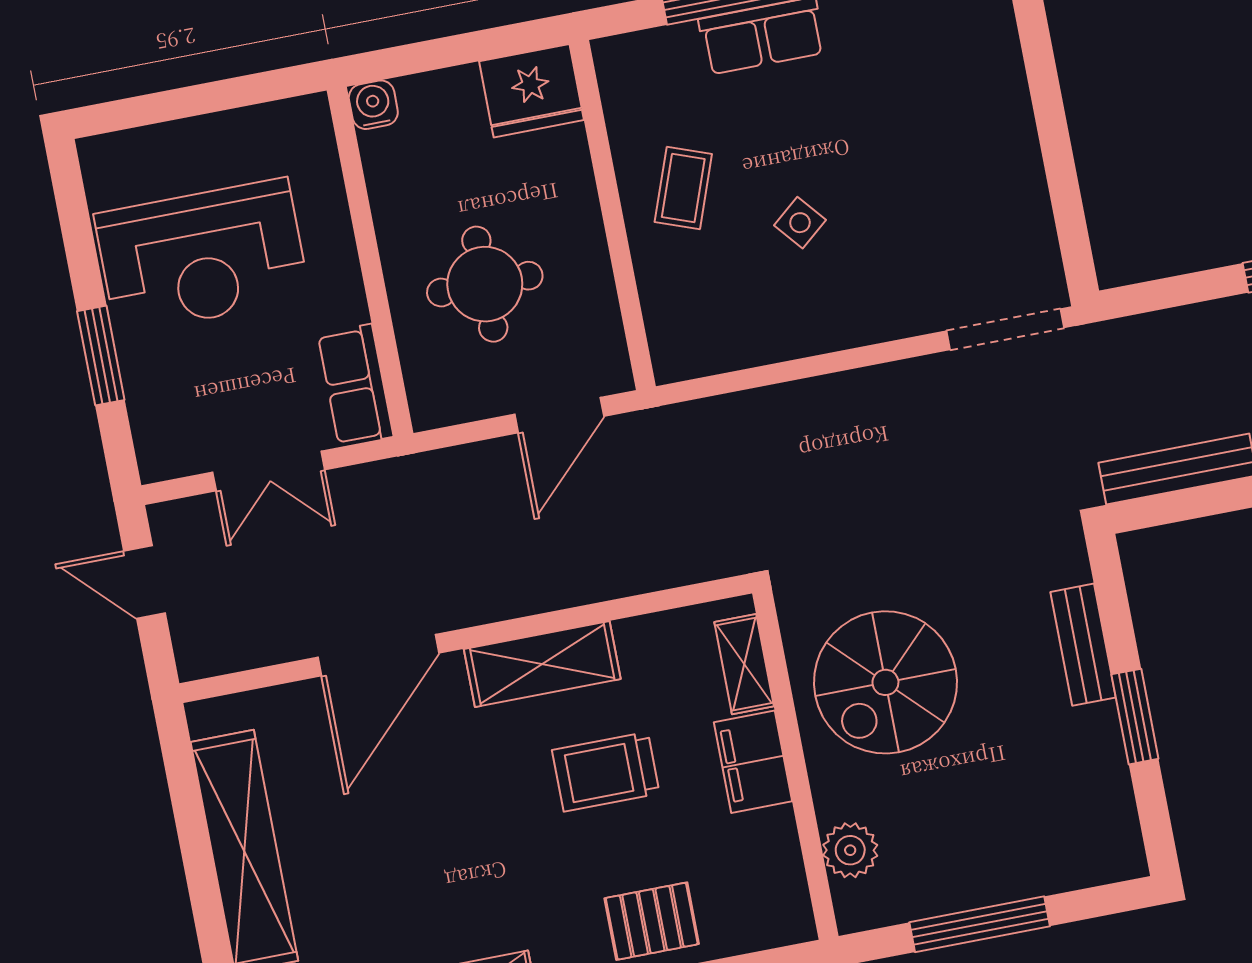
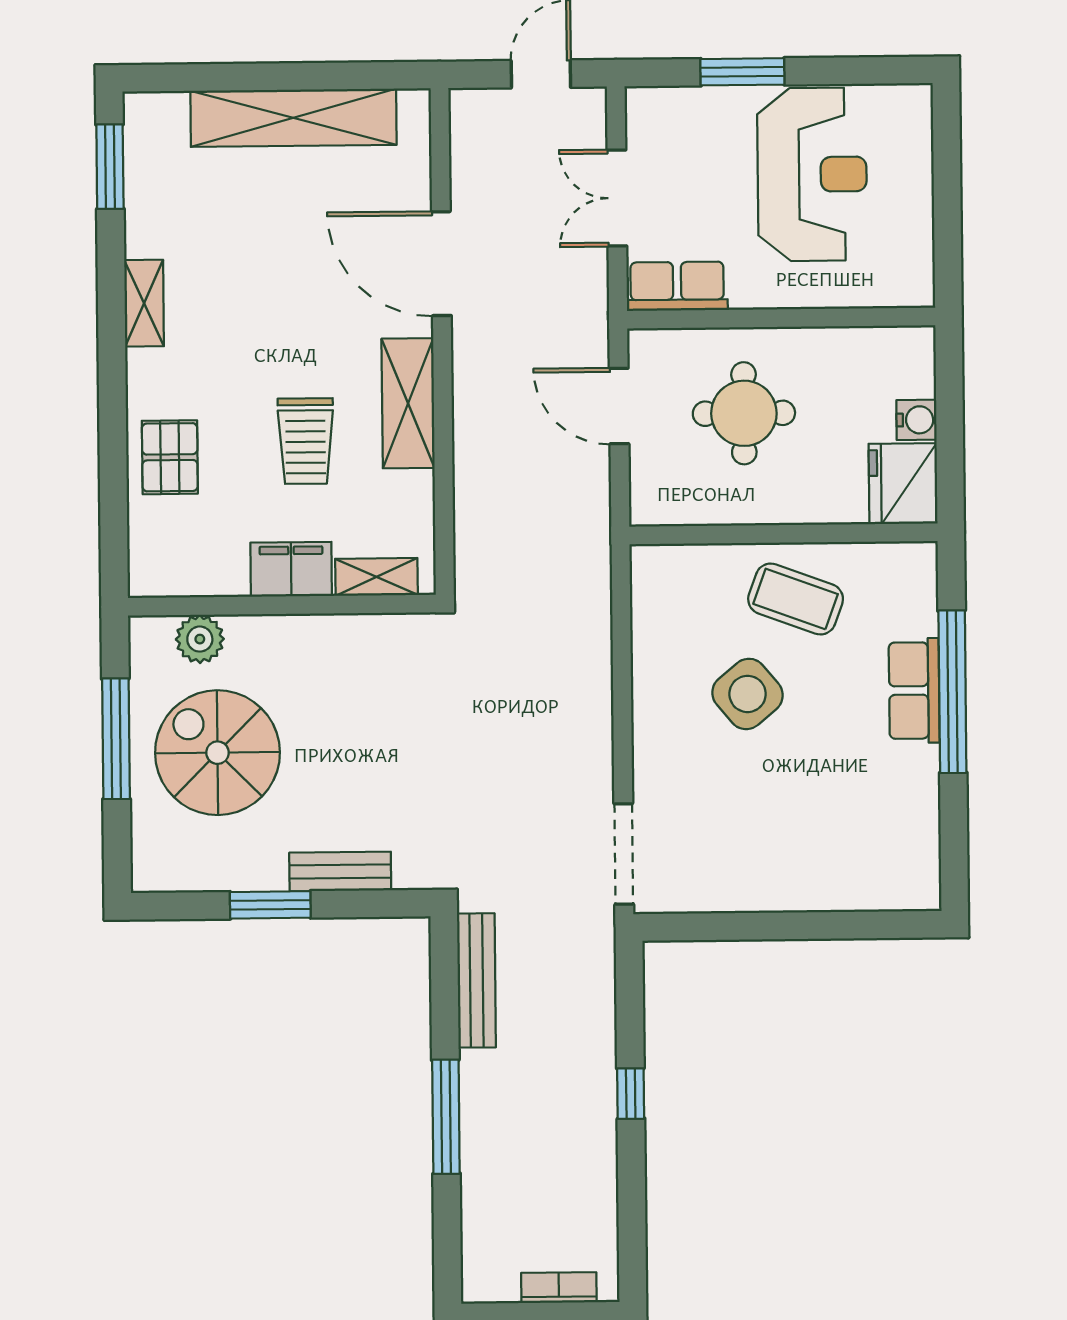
water cooler: (373, 105) -> (916, 420), moved
coffee table: (683, 188) -> (796, 599), width x1.36, depth x1.30
side table: (800, 223) -> (748, 694), width x1.87, depth x1.87
reception desk: (202, 256) -> (812, 174), turned 180
door: (559, 415) -> (619, 406), moved
spiral stairs: (885, 682) -> (217, 753), moved
trolley: (606, 772) -> (306, 441), turned 180

